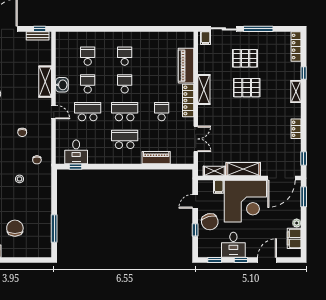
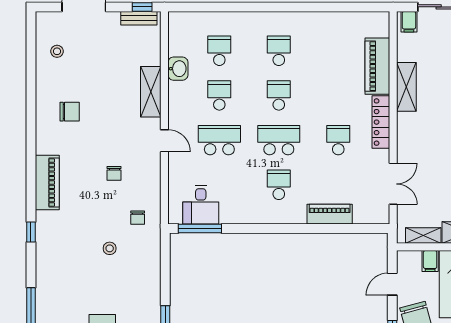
washbasin: (62, 85) -> (178, 69), moved
shelving: (204, 89) -> (406, 87), moved
school desk: (125, 139) -> (279, 185), width x0.54
window: (76, 167) -> (200, 229), width x2.17

